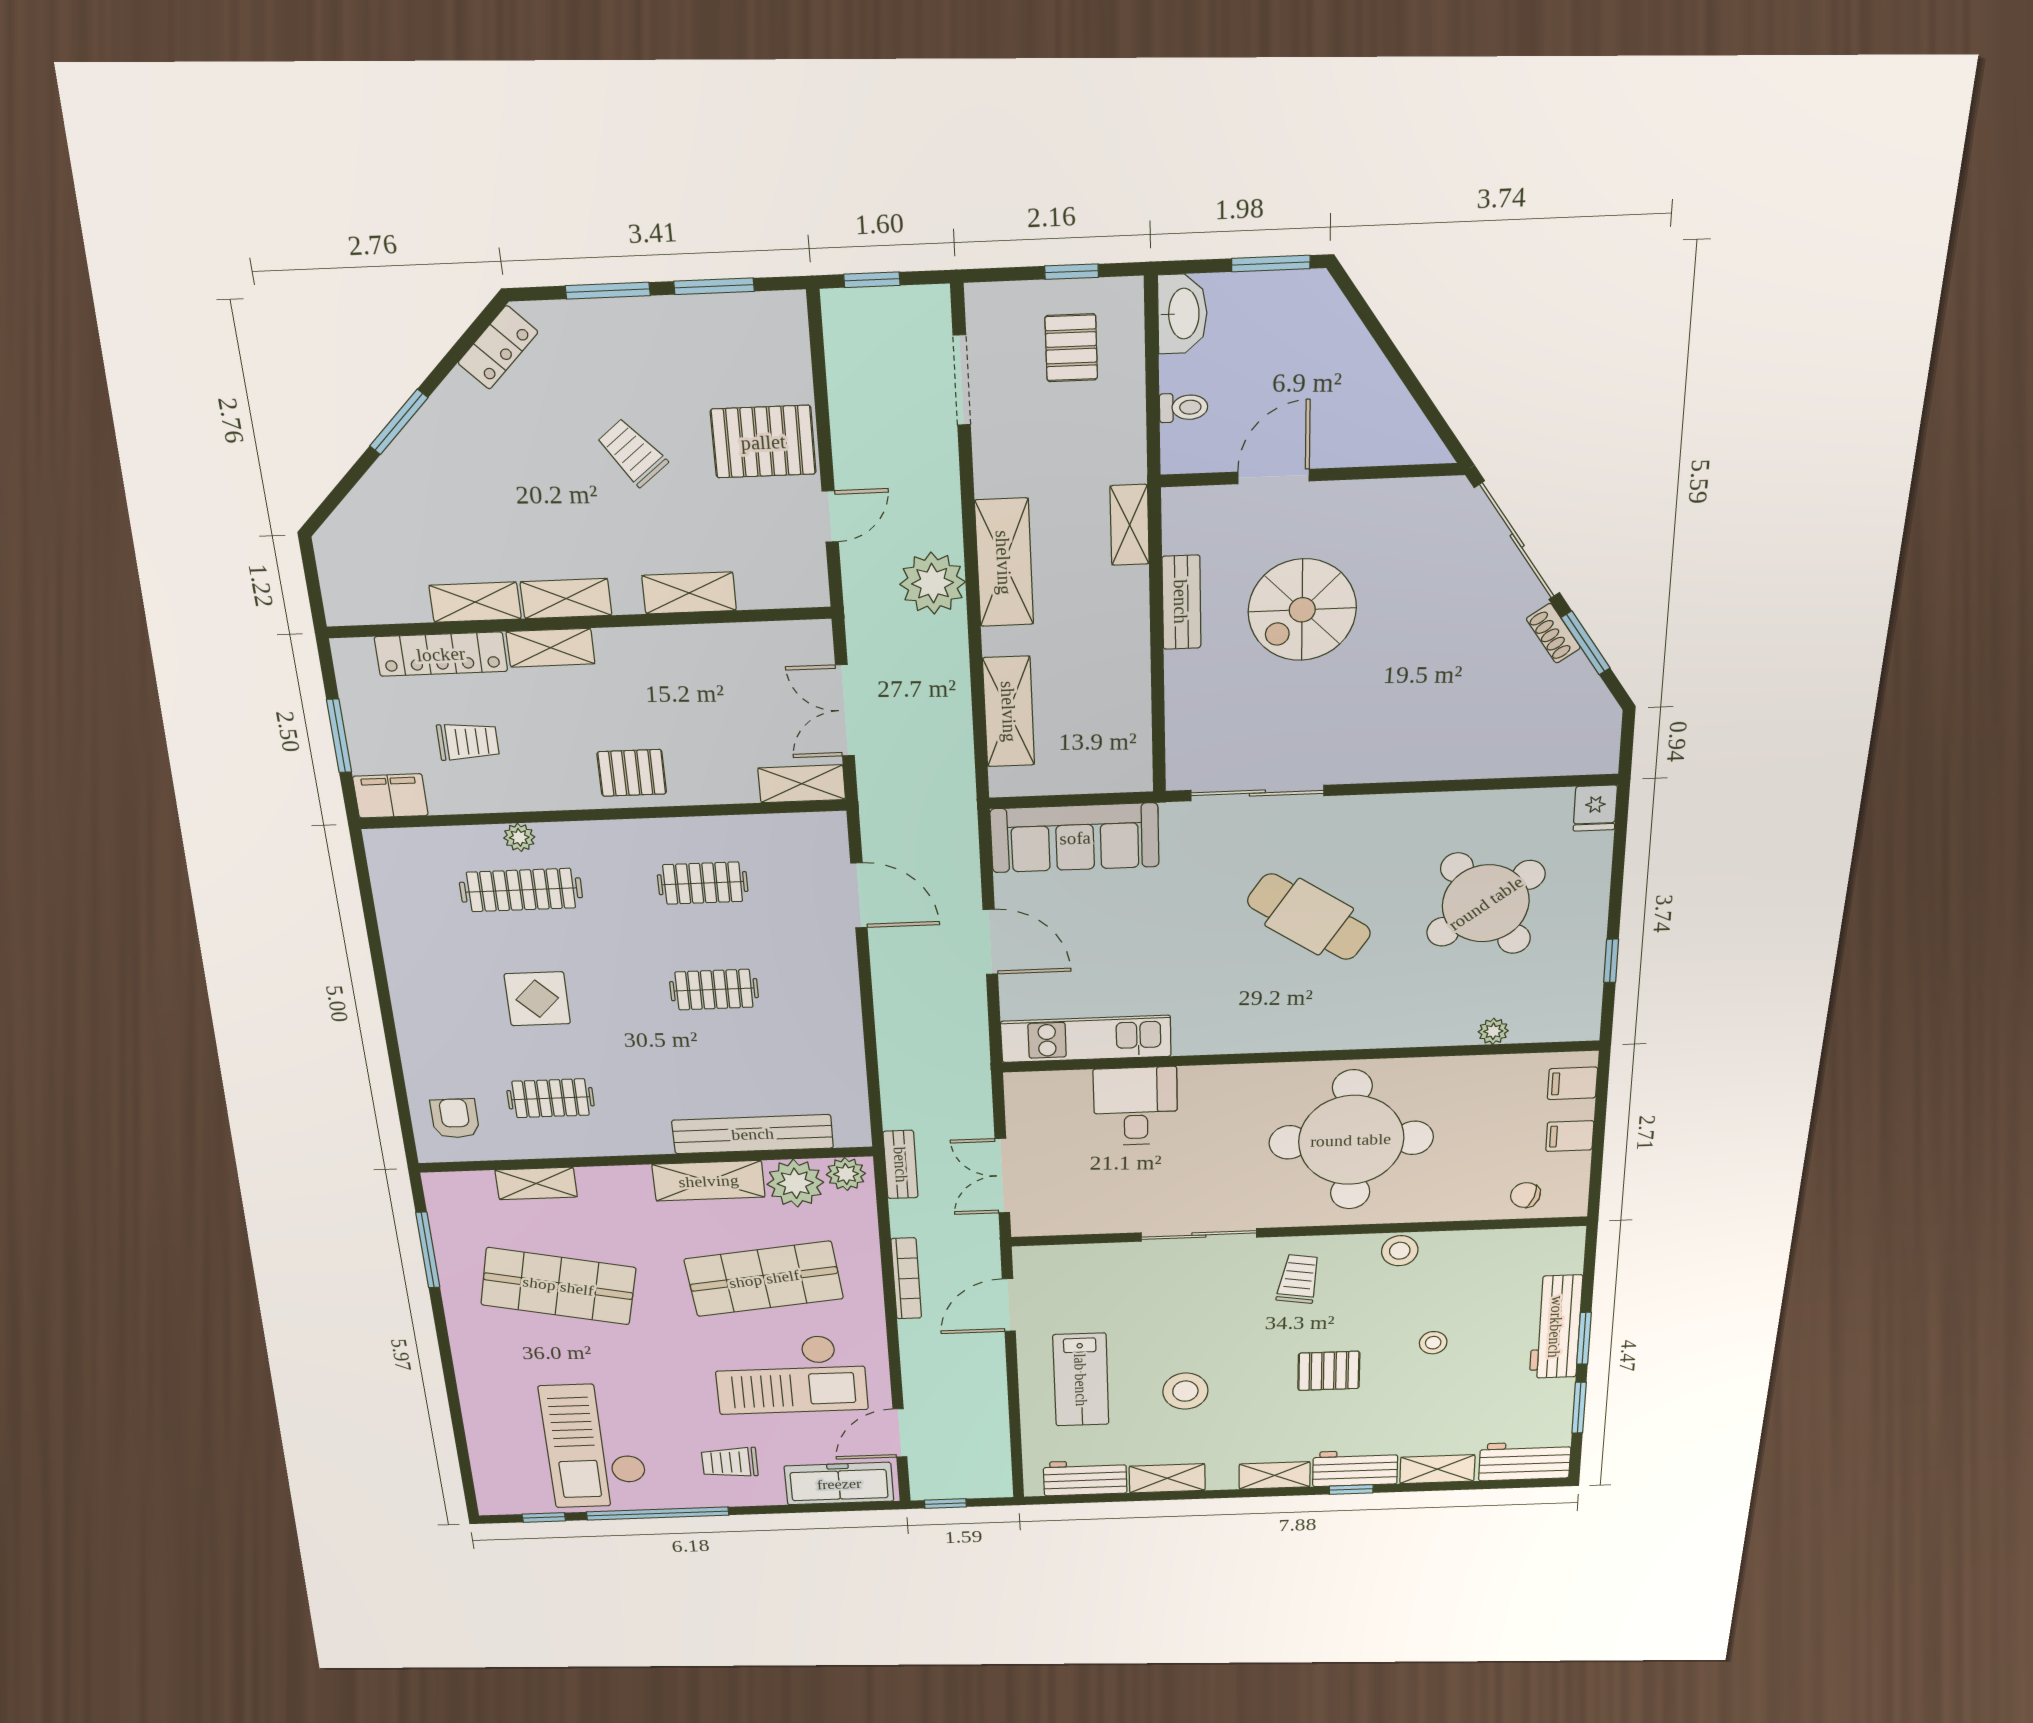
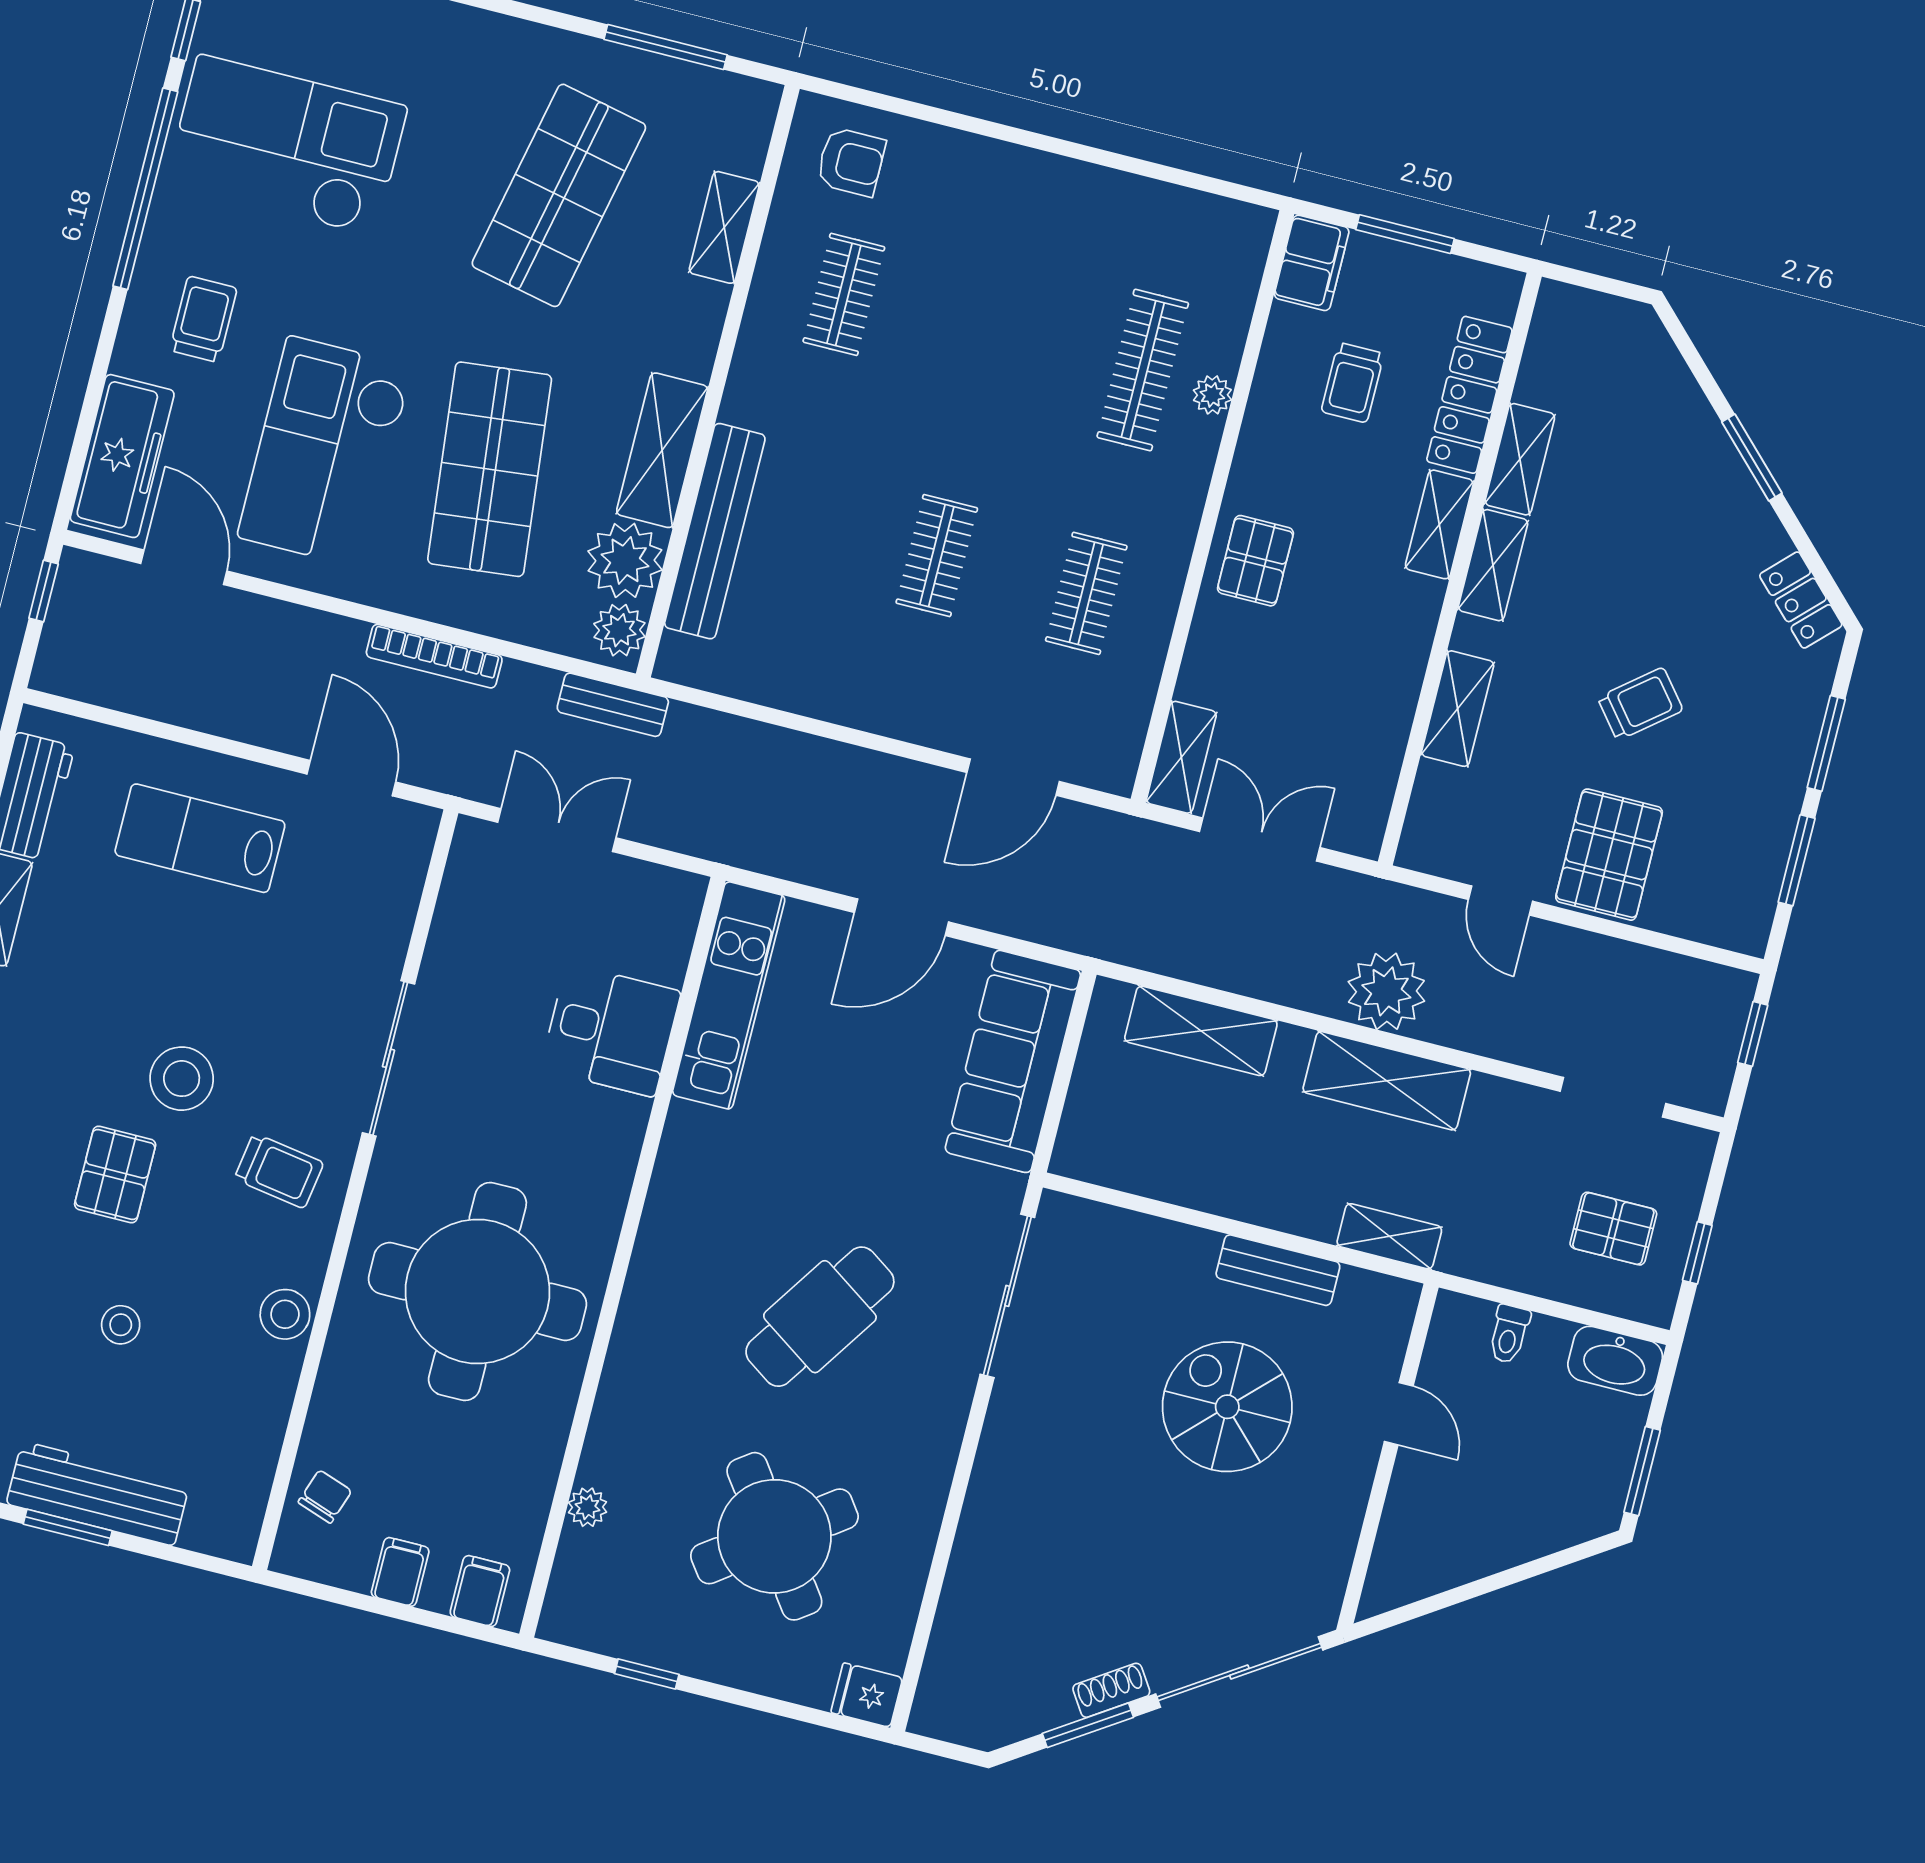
door: (1274, 476) -> (1399, 1414), width x0.73
display table: (537, 999) -> (989, 332), removed
stool: (1185, 1391) -> (182, 1079), moved

